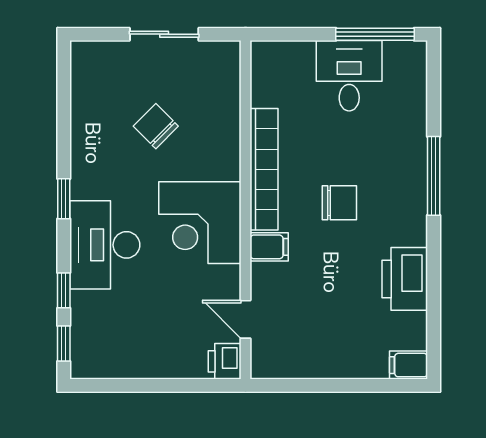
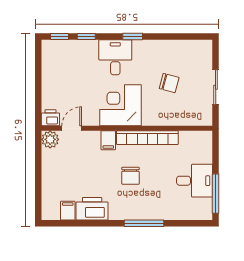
chair: (156, 126) -> (169, 83), turned 60
desk: (105, 245) -> (115, 57), width x0.73
plant: (268, 362) -> (50, 139), added
filing cabinet: (409, 365) -> (68, 211), moved

